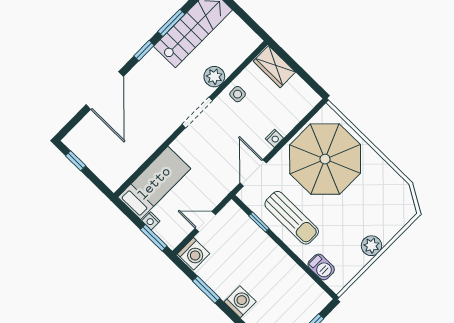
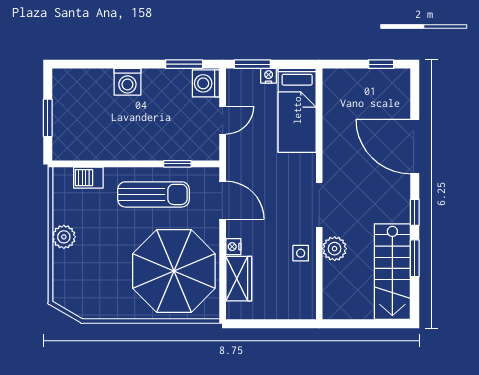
wardrobe: (274, 67) -> (239, 279), moved, turned 90
sun lounger: (292, 218) -> (154, 194), turned 180
window: (206, 290) -> (184, 64), moved

